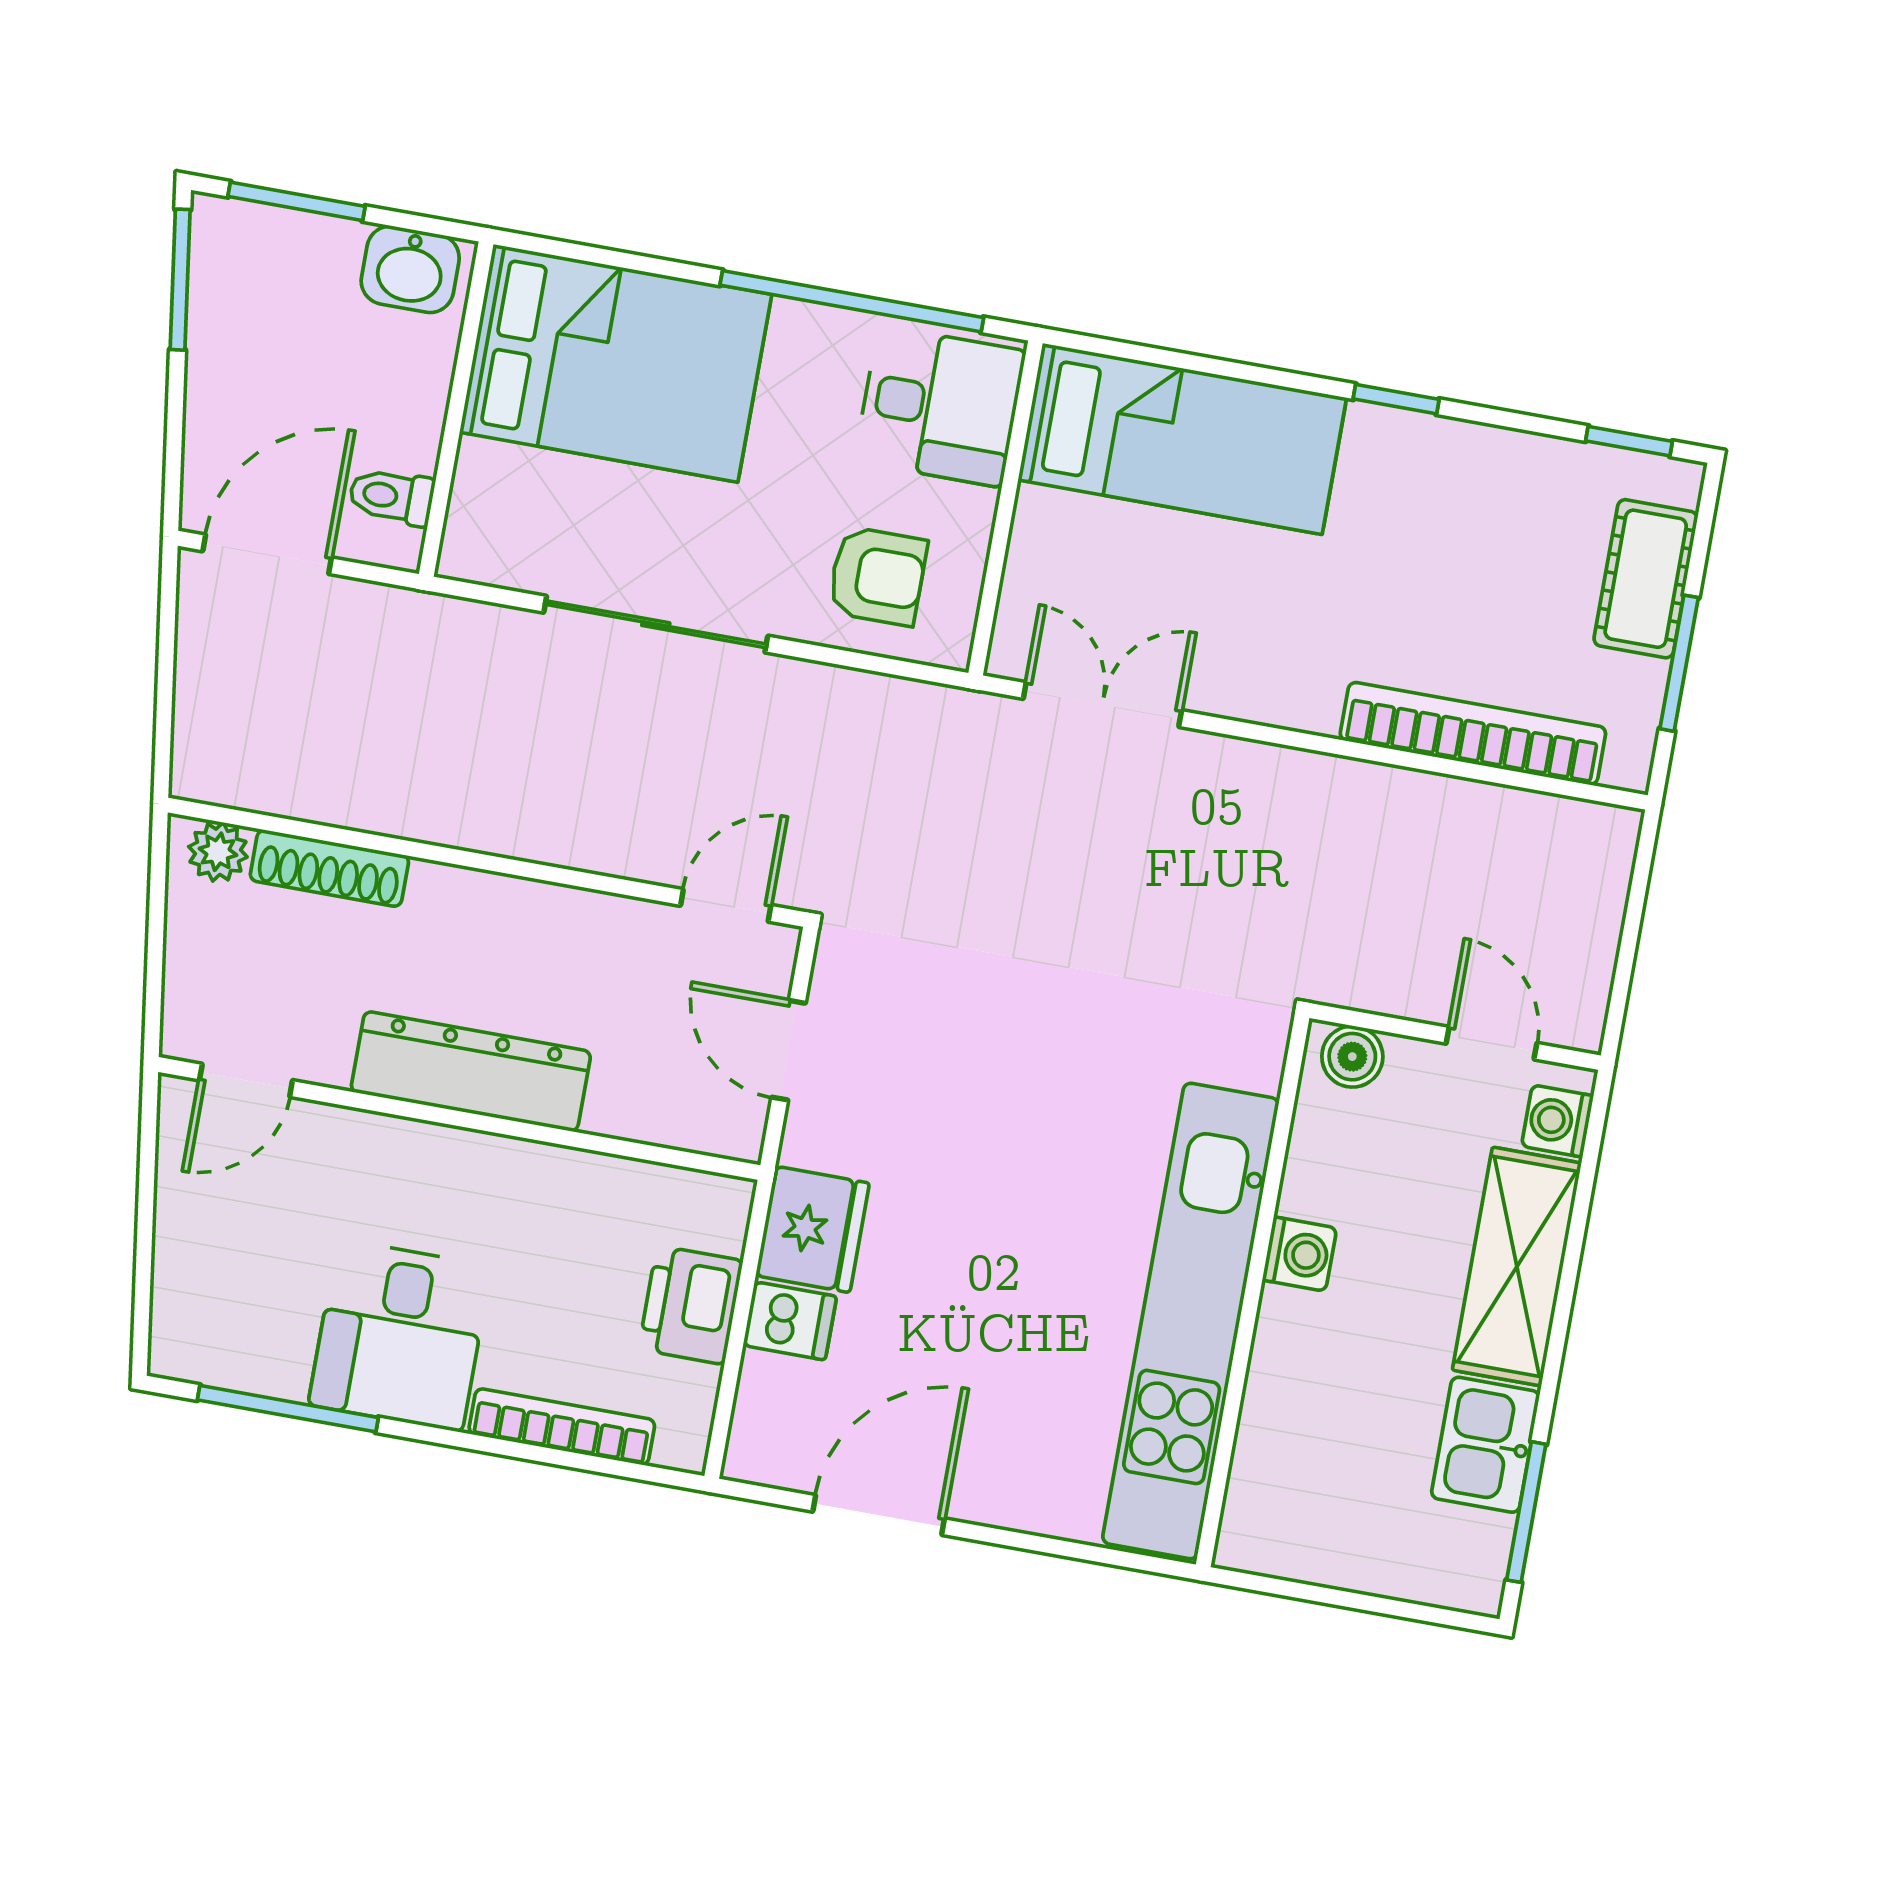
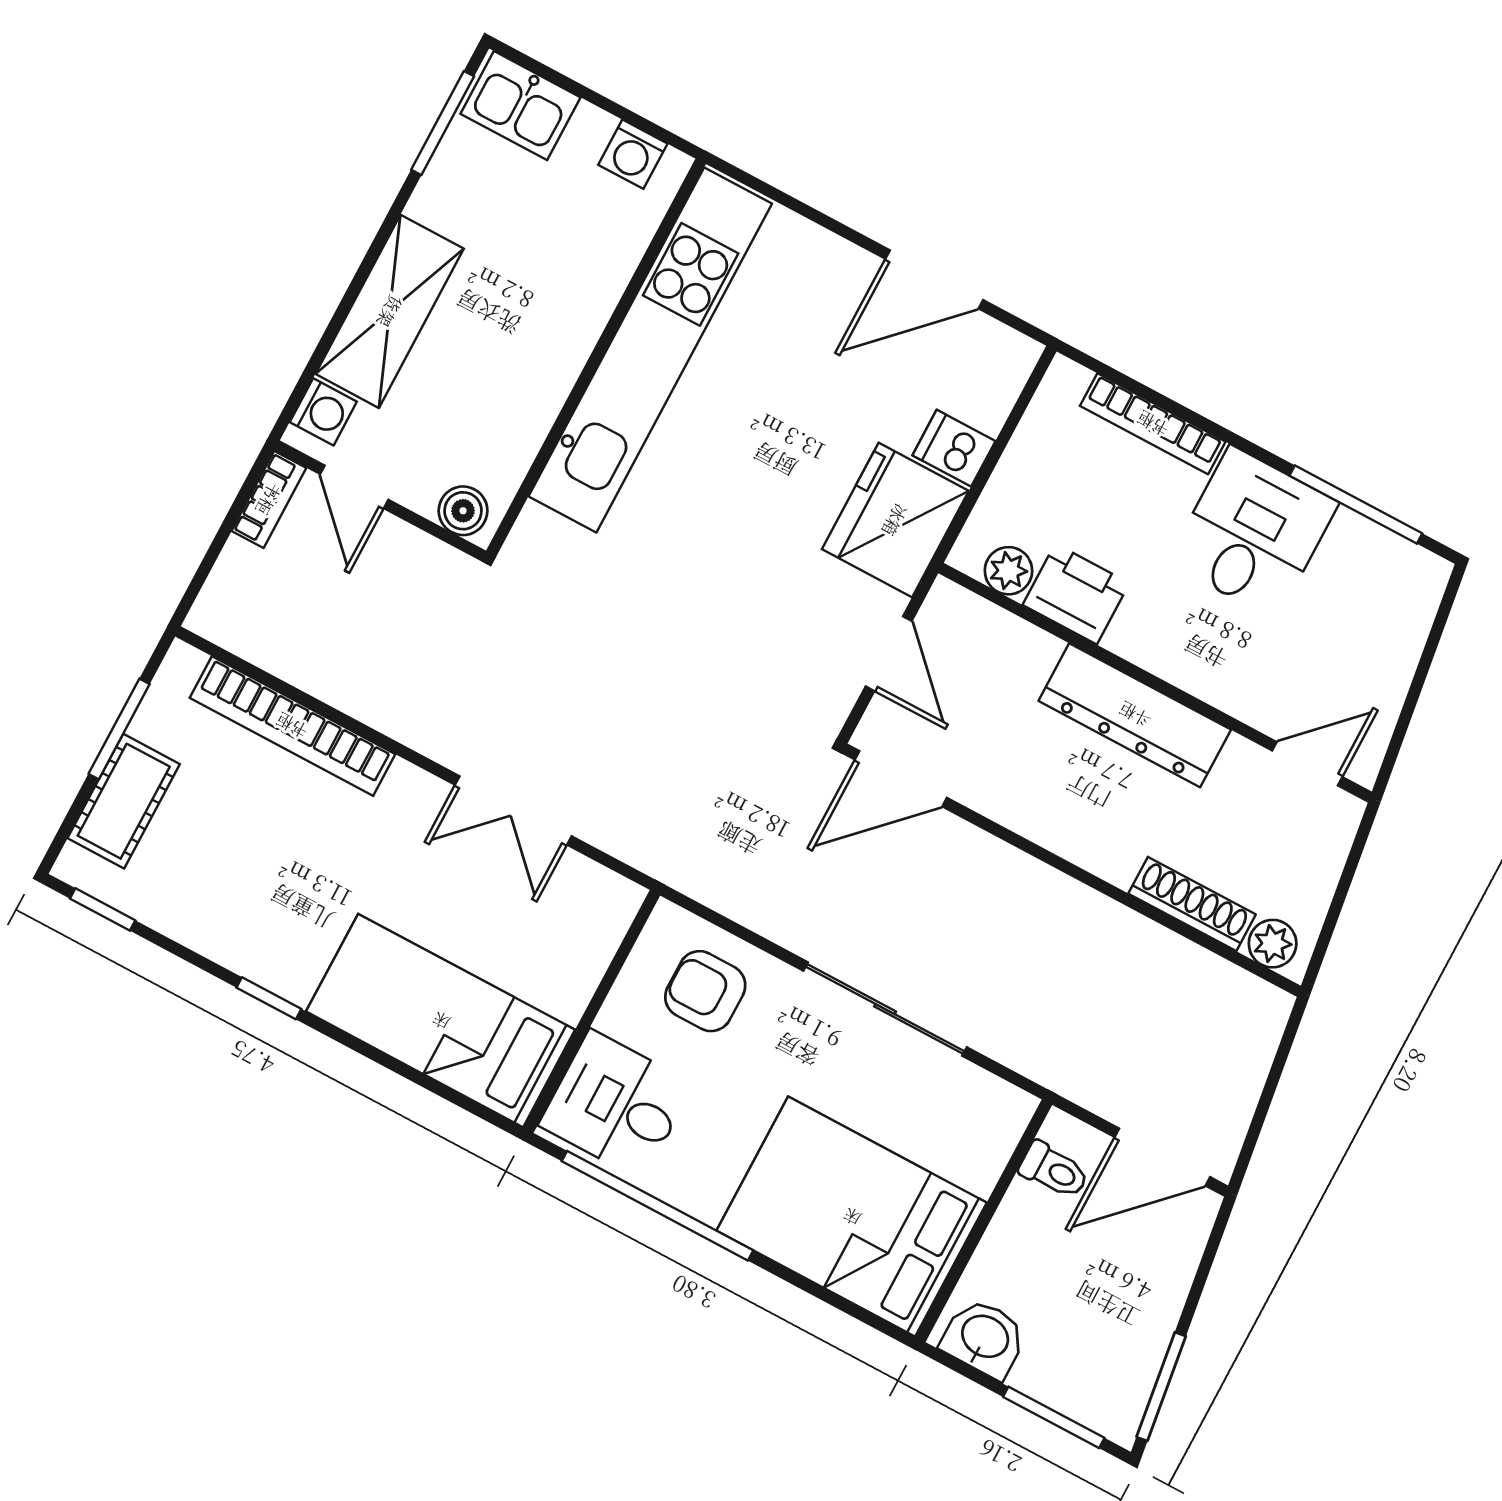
double door: (1102, 705) -> (513, 810), moved
door: (726, 905) -> (901, 779), width x1.38
bookcase: (1589, 995) -> (269, 499), added
plant: (677, 1196) -> (1008, 571), added
fridge: (813, 1229) -> (895, 520), width x1.36, depth x1.34
washing machine: (1300, 1254) -> (633, 154), moved, turned -90
printer: (691, 1305) -> (1076, 594), moved, turned -90
kitchen sink: (1485, 1445) -> (521, 106), moved, turned 90

